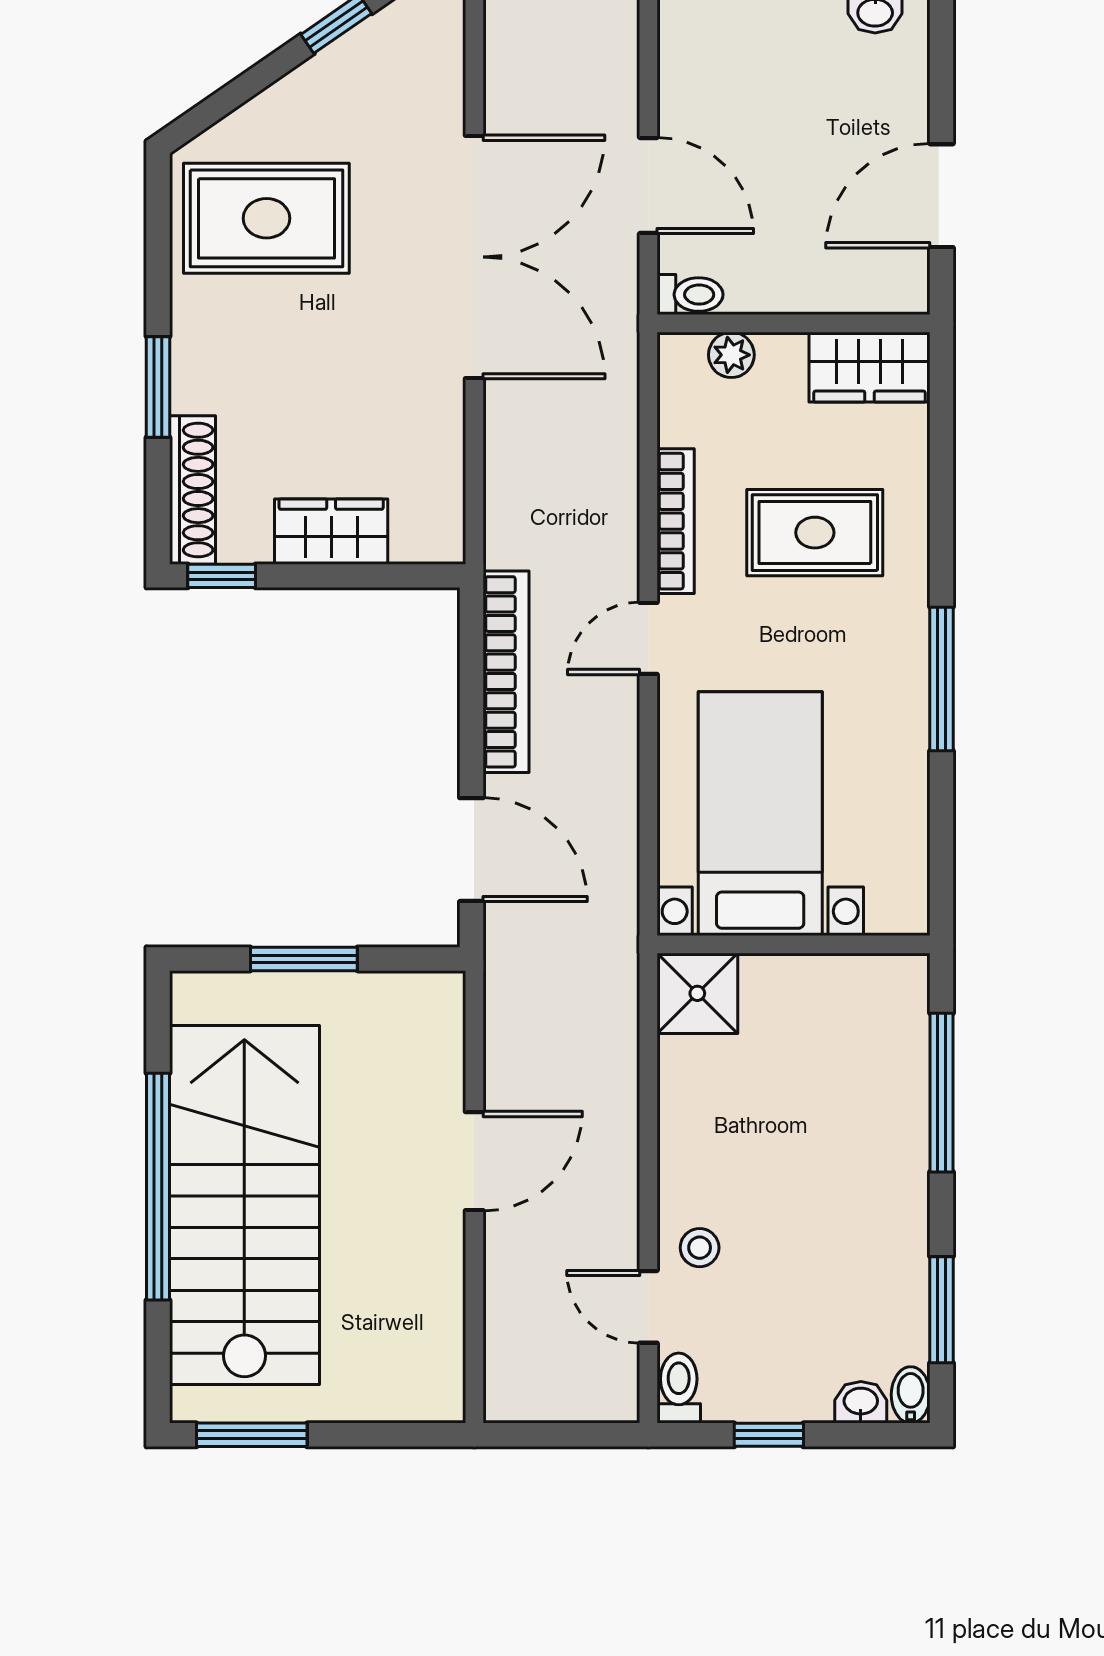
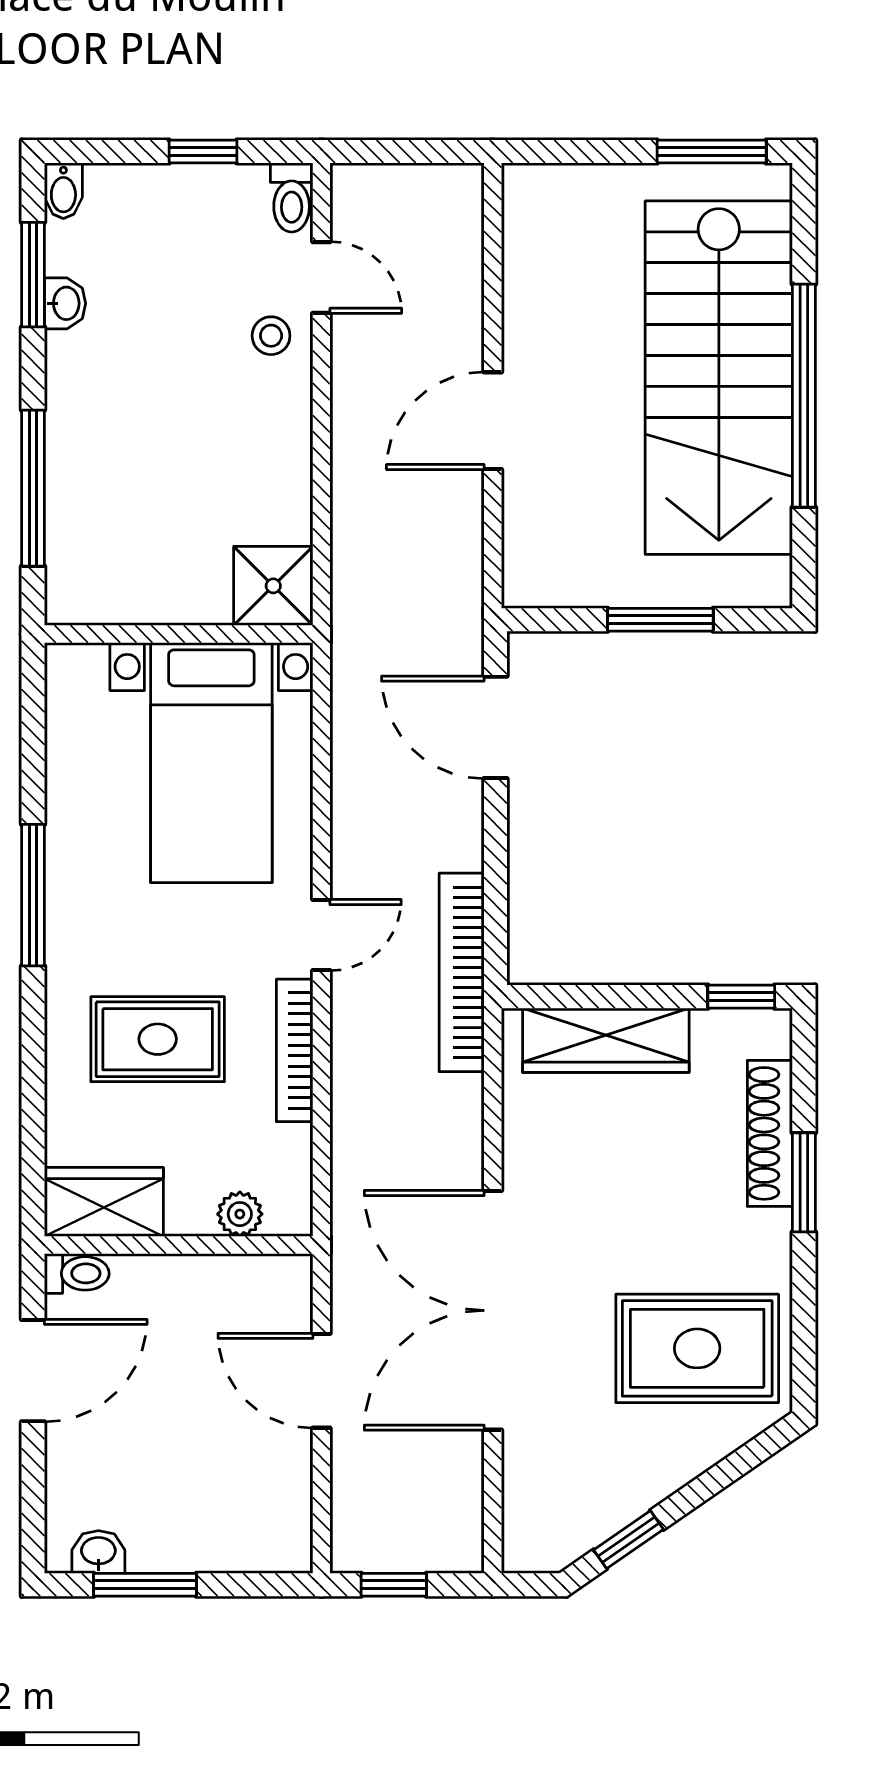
toilet: (690, 295) -> (77, 1273), moved, turned 180
shoe rack: (193, 490) -> (770, 1133), moved
wardrobe: (331, 532) -> (606, 1040), width x1.50
bookcase: (506, 672) -> (462, 972), moved
washbasin: (861, 1402) -> (65, 303), moved, turned -90

